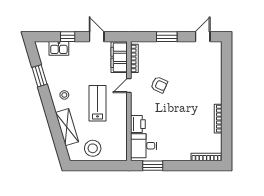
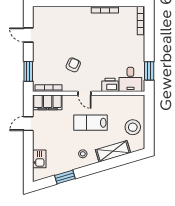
window: (68, 37) -> (28, 151), removed
window: (167, 37) -> (28, 71), moved
door: (203, 37) -> (28, 35), moved
door: (129, 86) -> (85, 93), moved

